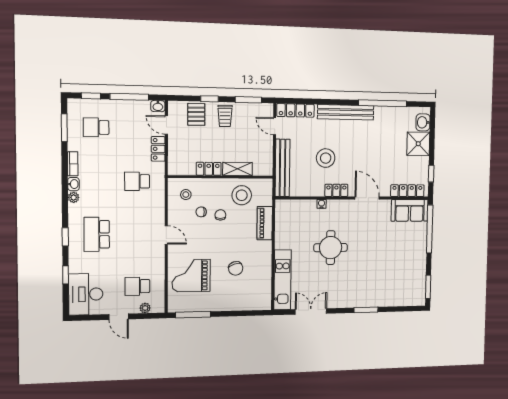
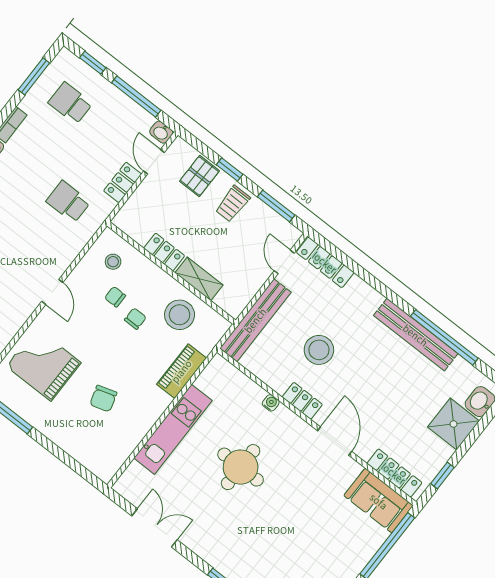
bench: (346, 112) -> (416, 335), moved
kitchen unit: (283, 280) -> (173, 429), moved

